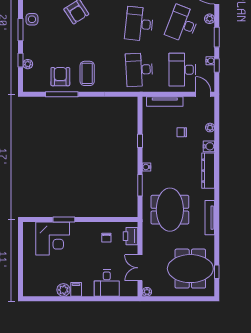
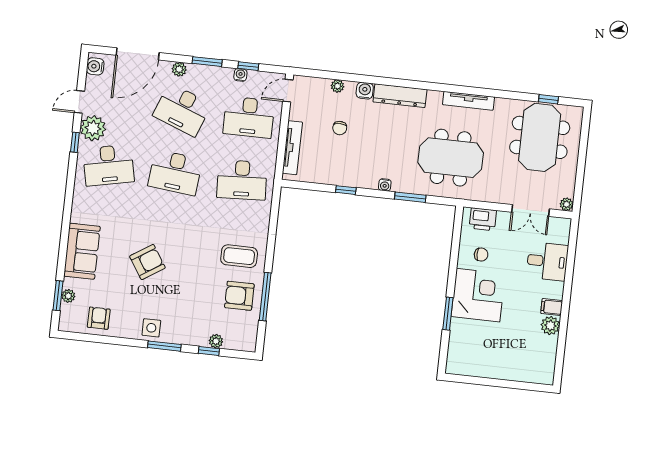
corner desk: (53, 239) -> (478, 295), moved

